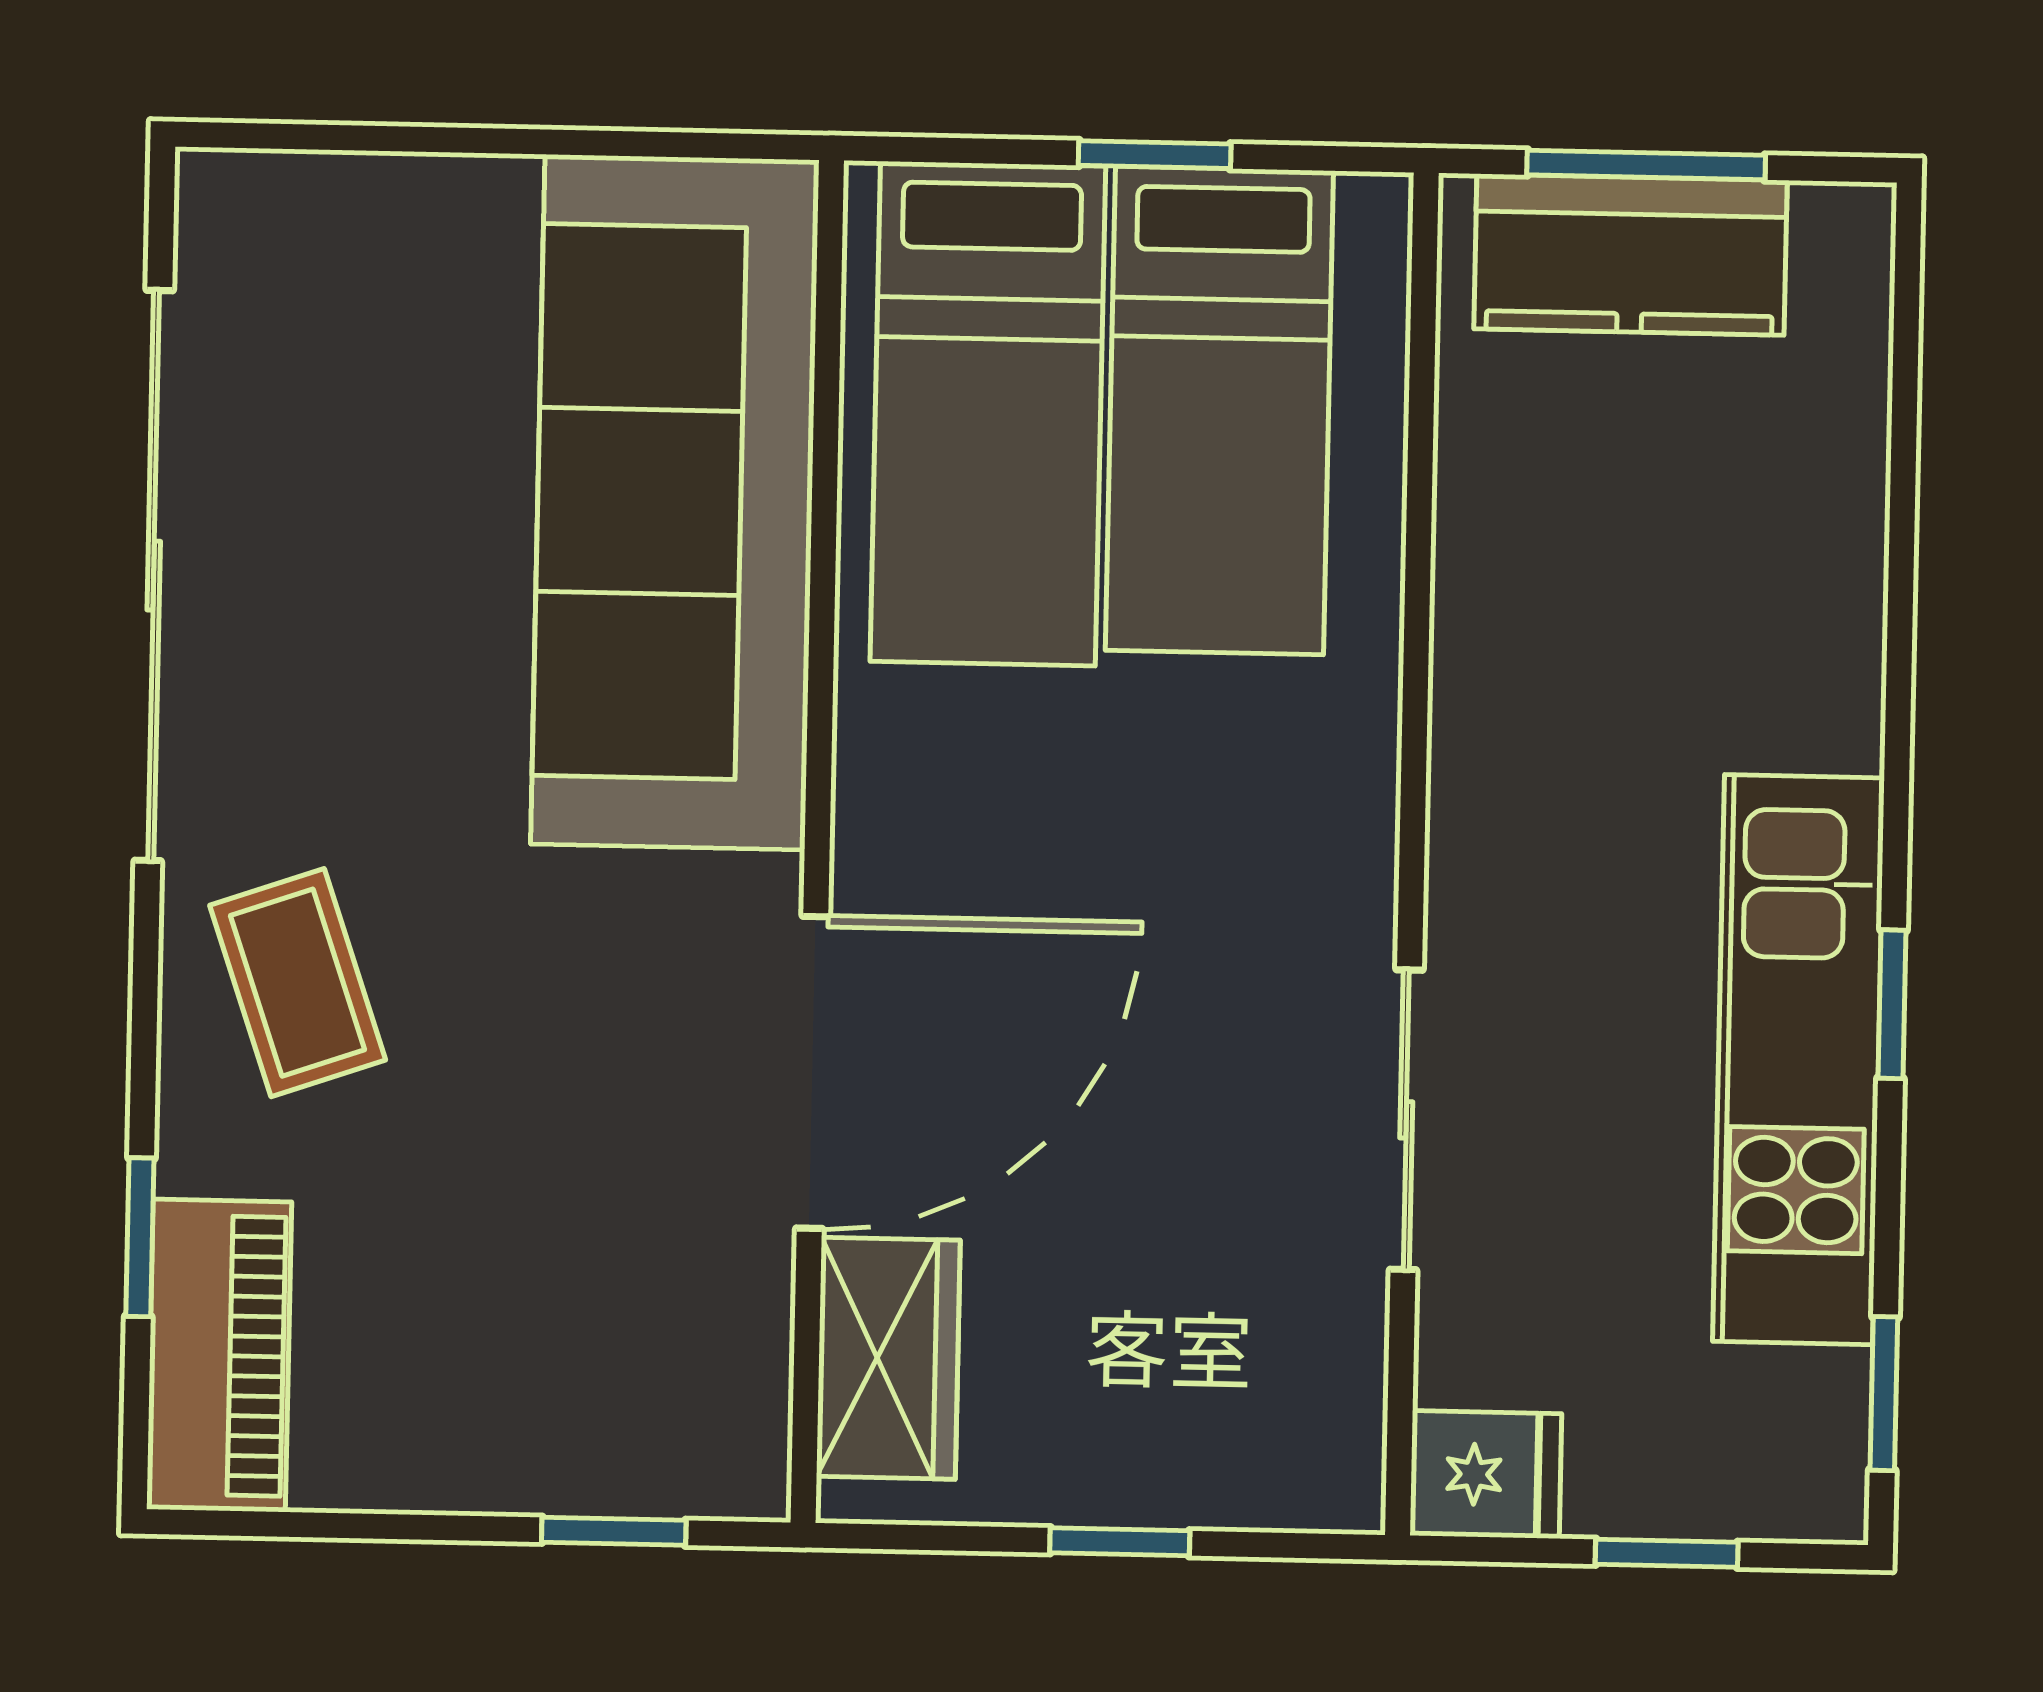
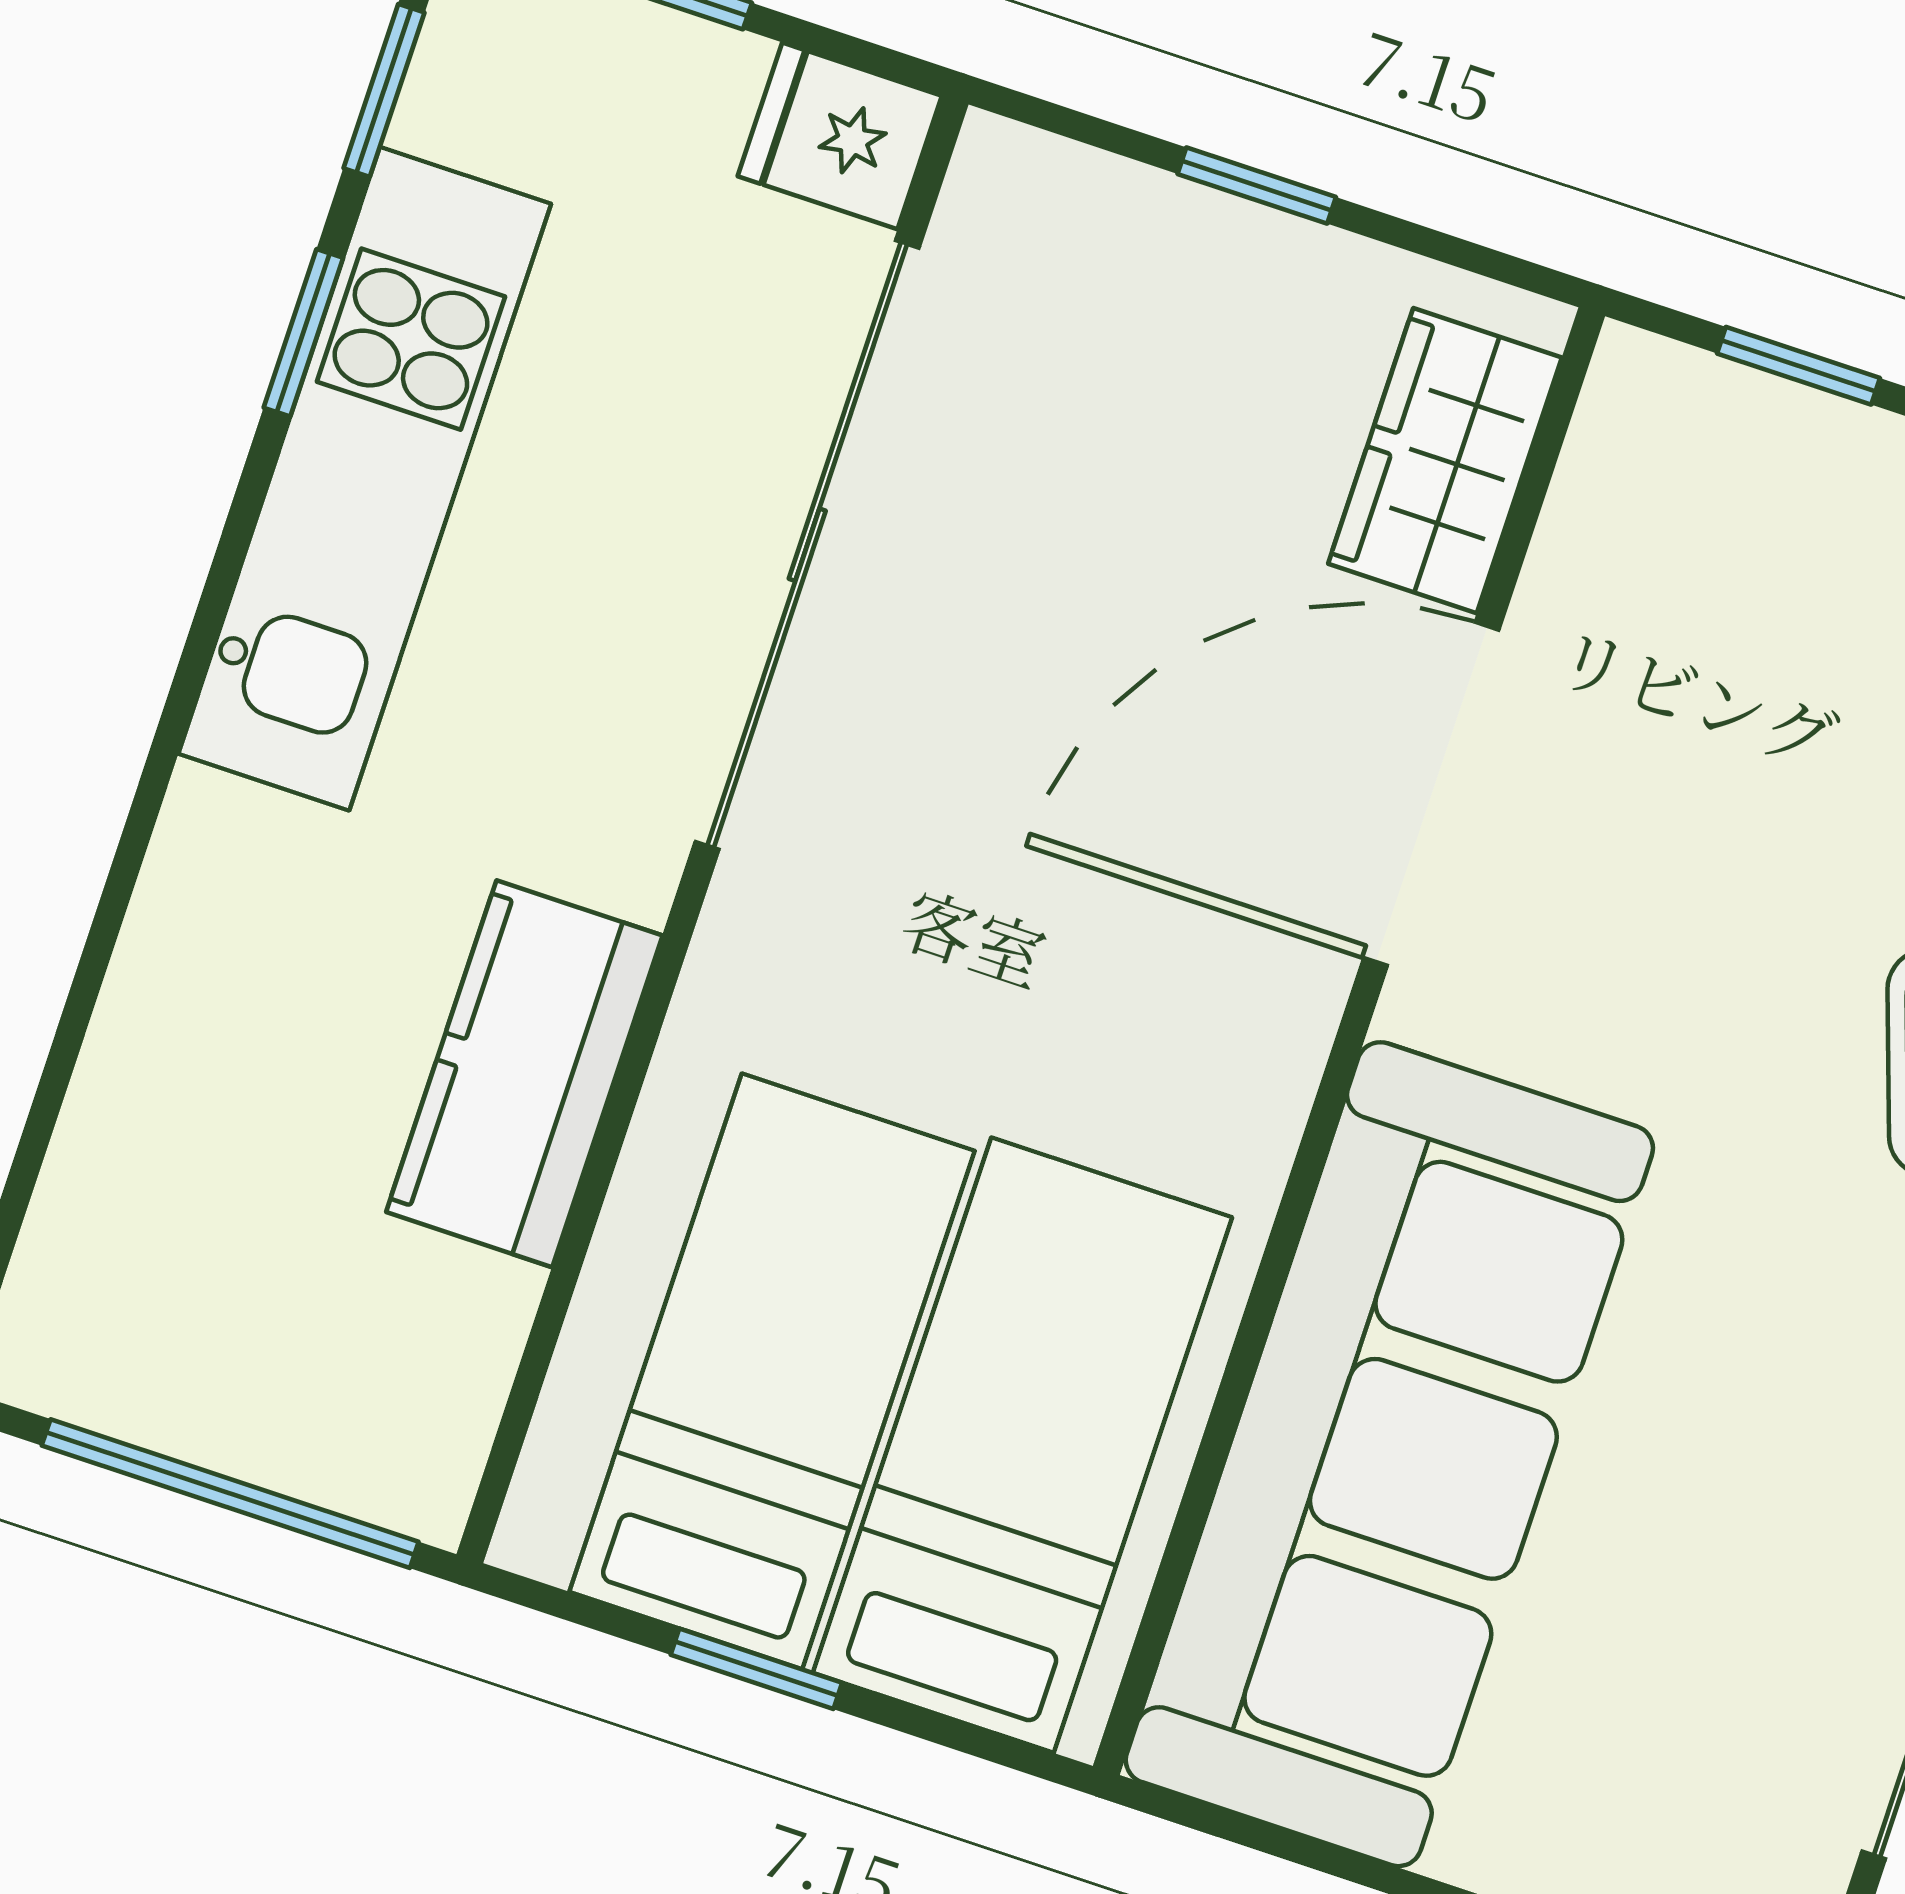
window: (1646, 165) -> (230, 1494), width x1.44
kitchen counter: (1631, 255) -> (524, 1074), moved, turned -90
window: (1892, 1004) -> (303, 333), moved
sliding door: (1406, 1120) -> (807, 545), width x1.86

